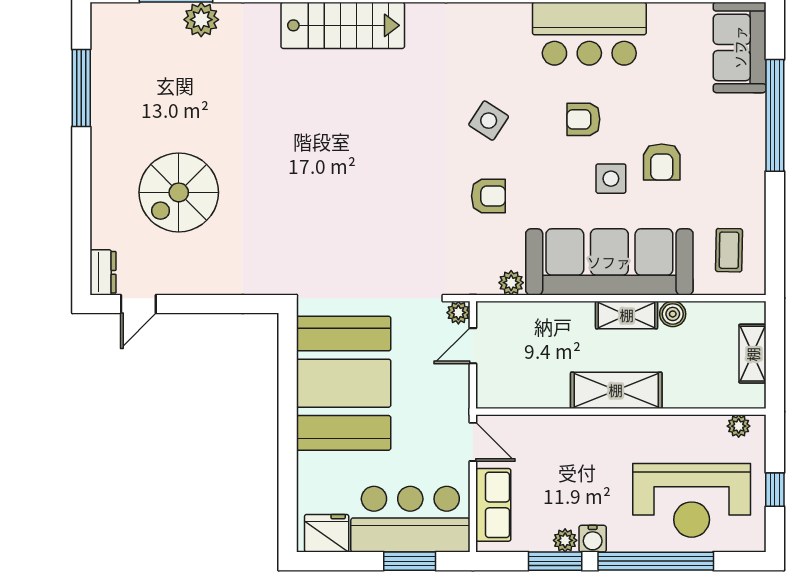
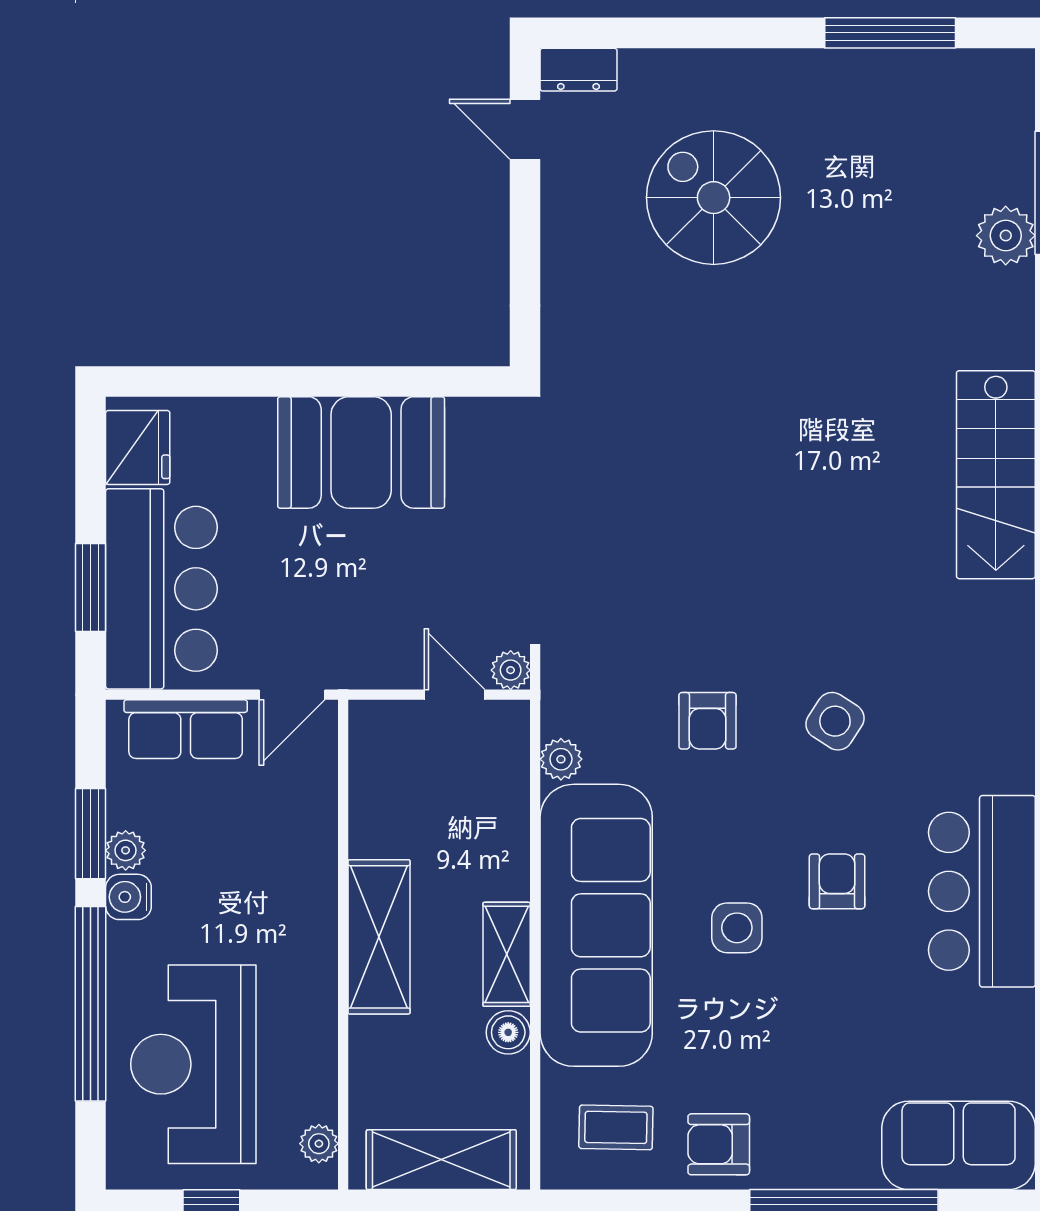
armchair: (662, 162) -> (719, 1144), moved
shelving: (753, 354) -> (441, 1160), width x1.50, depth x1.33
booth: (344, 383) -> (361, 452), width x0.73, depth x0.70

